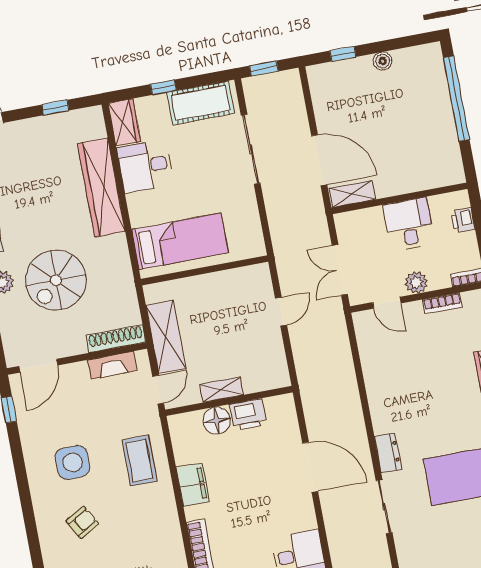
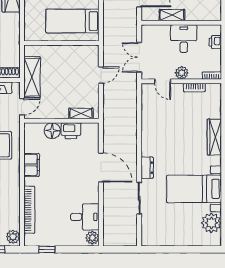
shelving: (352, 194) -> (172, 15), moved
bed: (180, 241) -> (72, 21), moved, turned 180
shelving: (222, 390) -> (81, 113), moved

